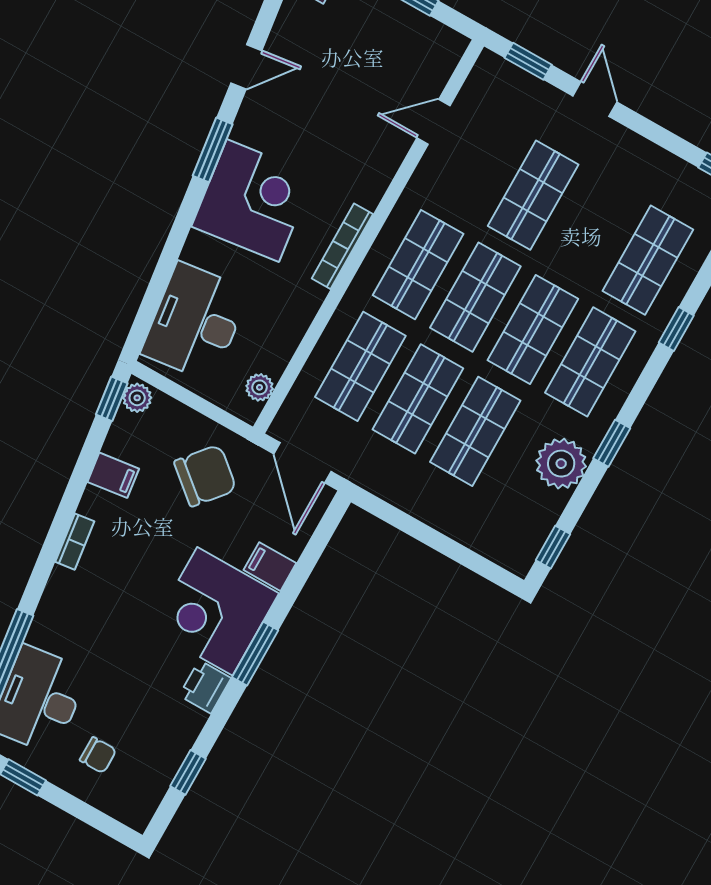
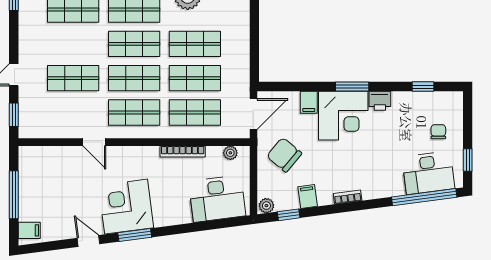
door: (433, 122) -> (94, 142), moved
corner desk: (253, 201) -> (126, 207), moved
bookcase: (342, 246) -> (183, 152), moved
window: (112, 399) -> (289, 215), moved

